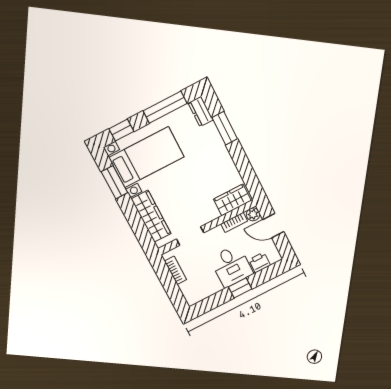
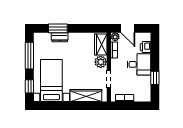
dresser: (201, 112) -> (60, 37), moved
window: (114, 182) -> (56, 106), removed
plant: (208, 213) -> (101, 62), added
door: (273, 226) -> (128, 28), hinge flipped
window: (240, 288) -> (155, 78), moved

